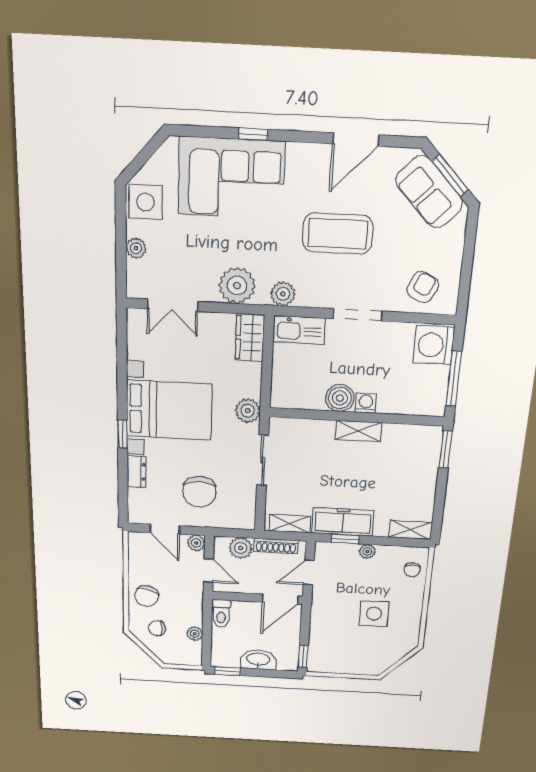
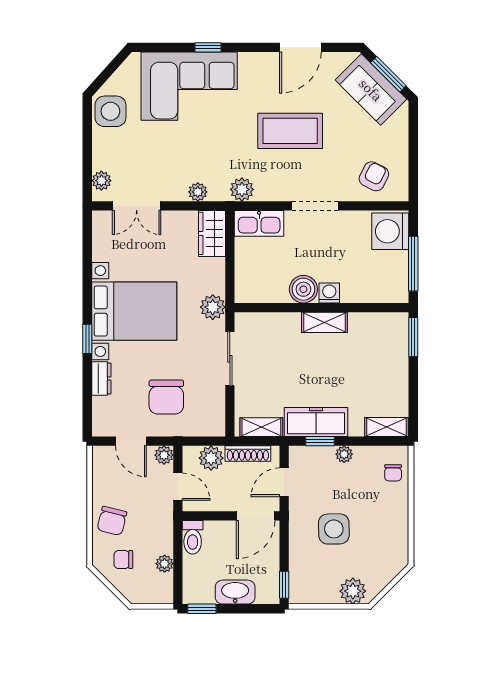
plant: (136, 248) -> (101, 181), moved
plant: (237, 285) -> (198, 192), width x0.53, depth x0.53
side table: (374, 614) -> (334, 529), moved
plant: (365, 665) -> (353, 591), added

